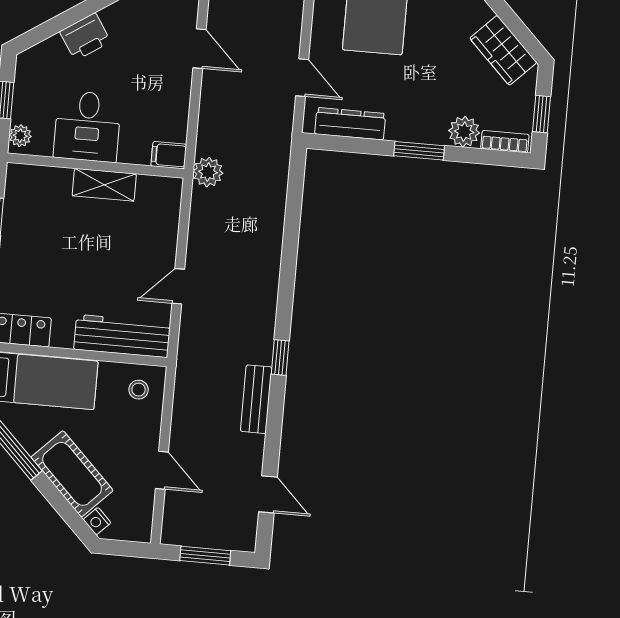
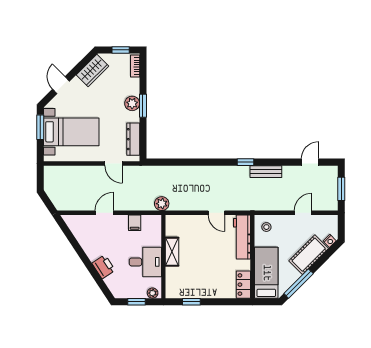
door: (302, 78) -> (114, 164), swing flipped
plant: (464, 132) -> (132, 103), moved
filing cabinet: (169, 155) -> (135, 223), moved

